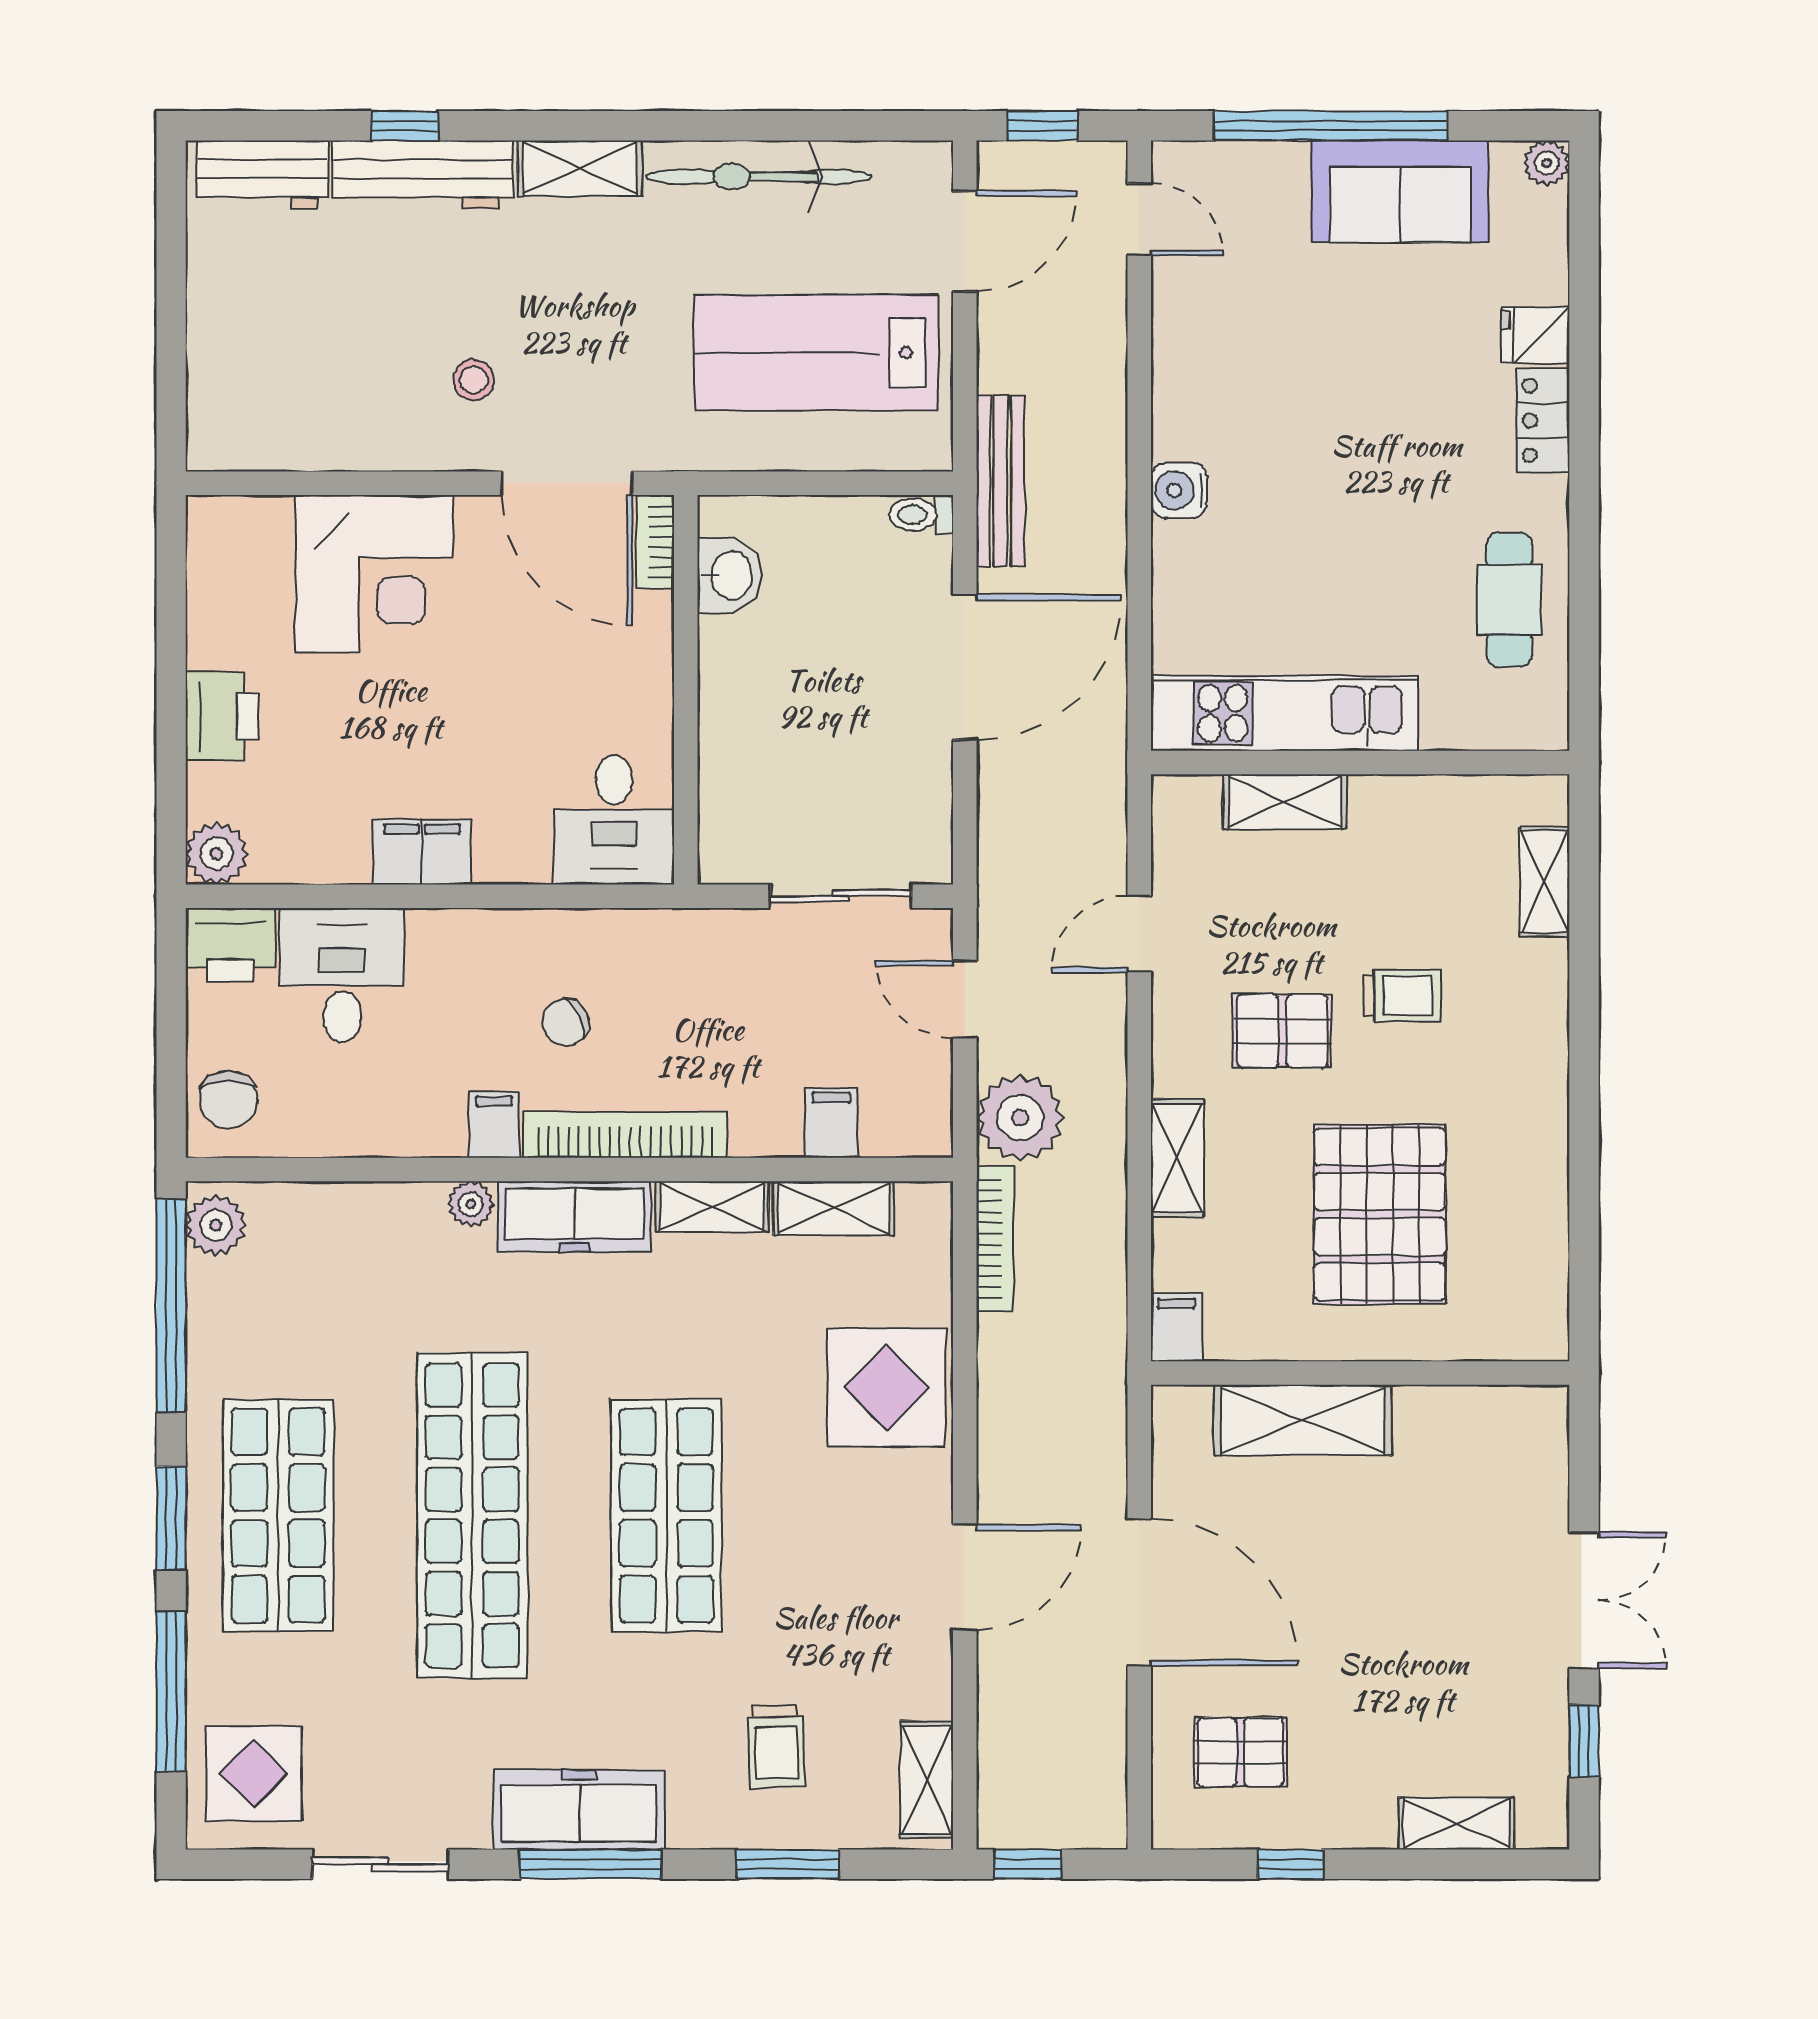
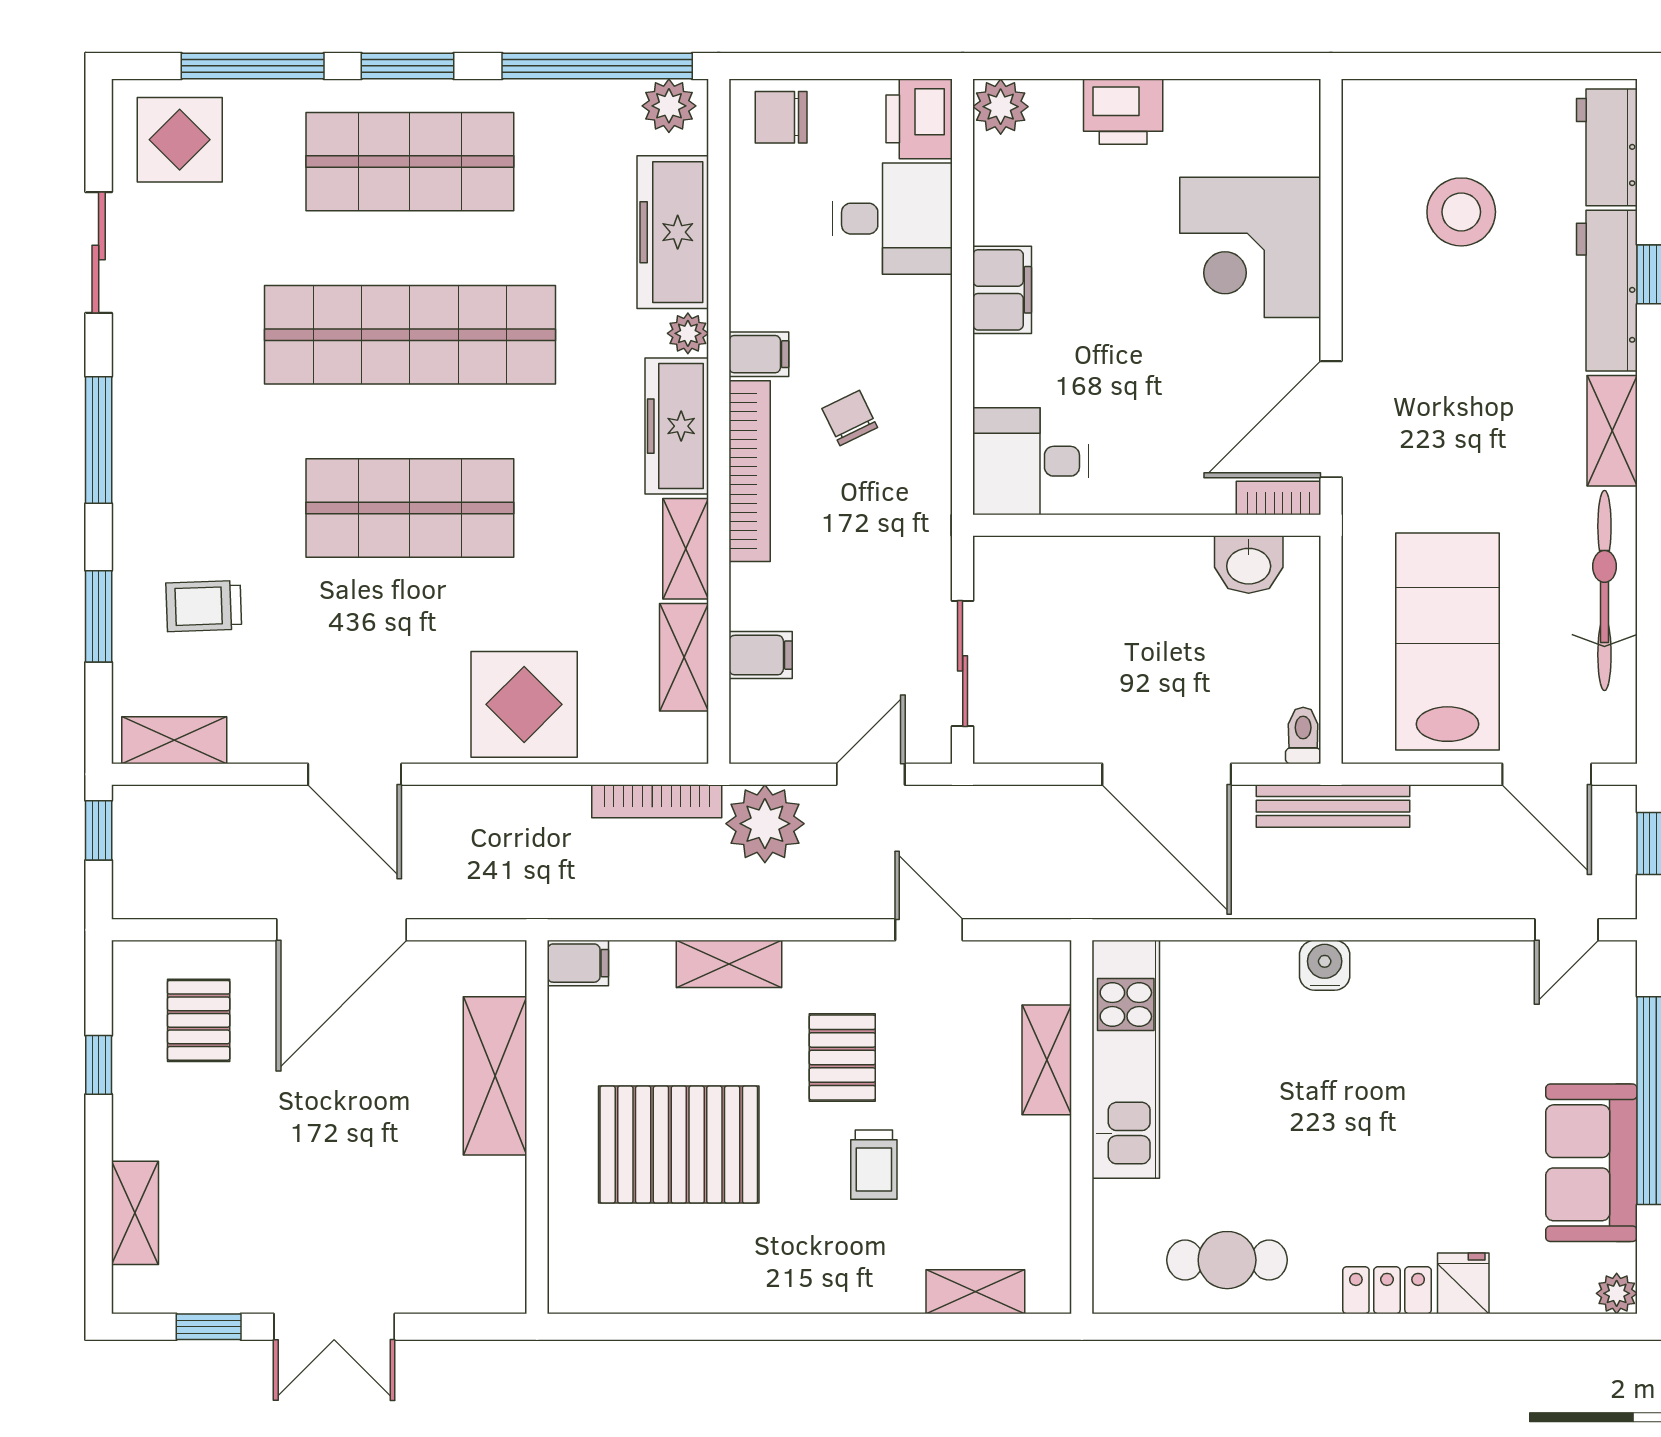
stool: (474, 380) -> (1461, 212), moved, width x1.89, depth x1.89
freezer: (579, 1810) -> (673, 232), moved, turned 180

